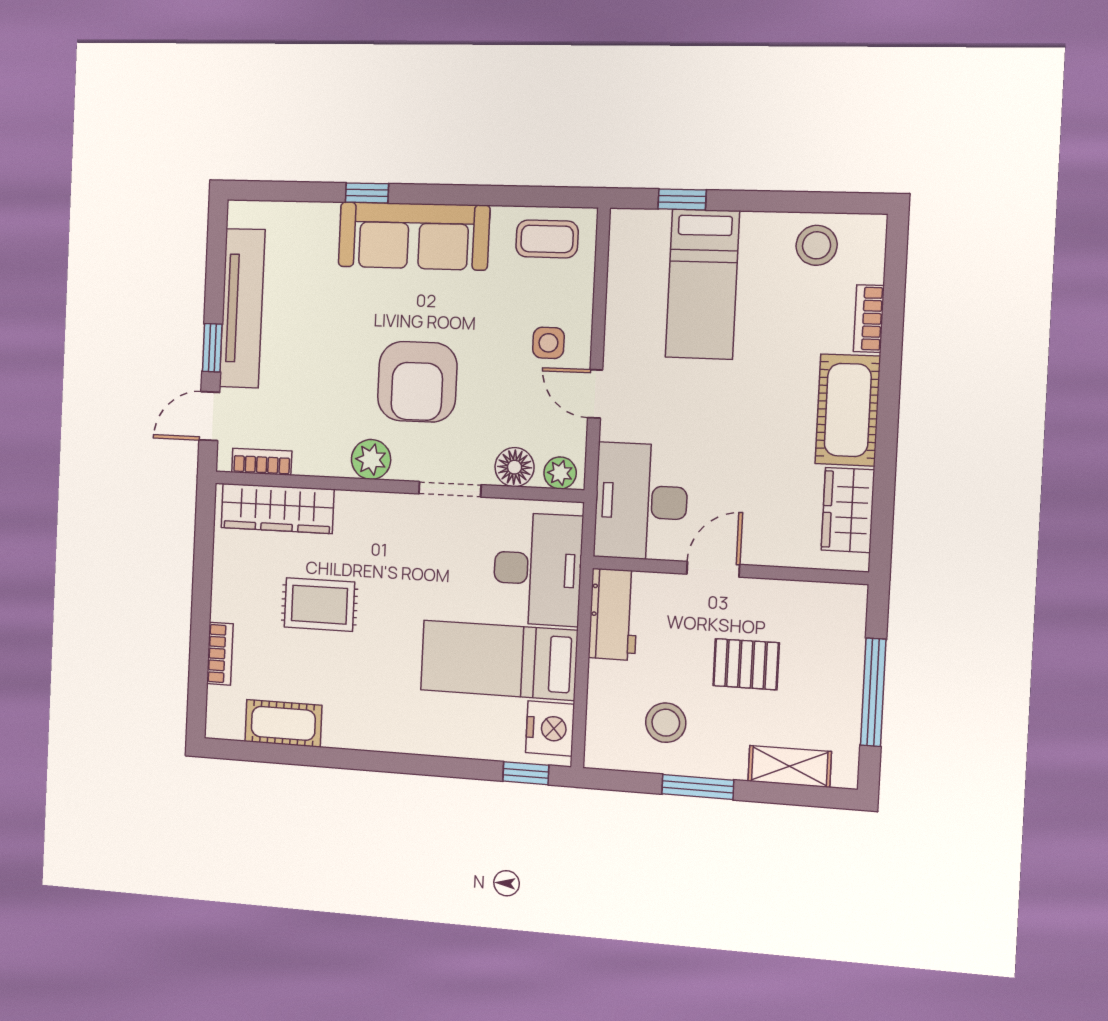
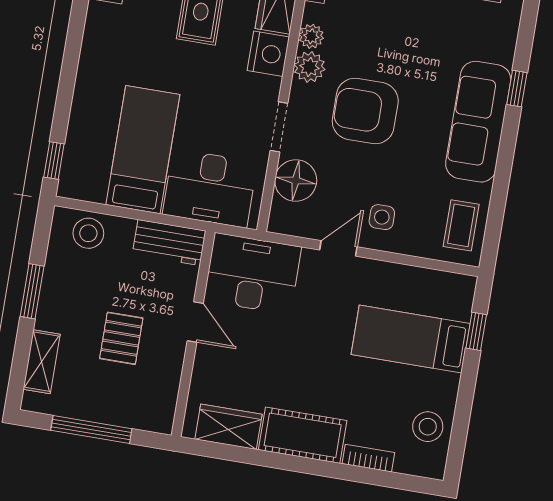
floor lamp: (515, 467) -> (296, 181), width x1.38, depth x1.38
plant: (560, 473) -> (311, 36), moved
stool: (666, 723) -> (88, 233), moved
nightstand: (550, 728) -> (268, 54), moved, turned -90

